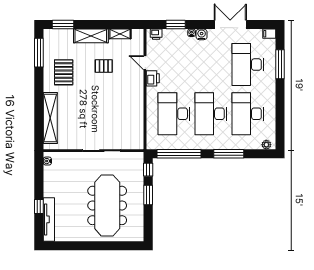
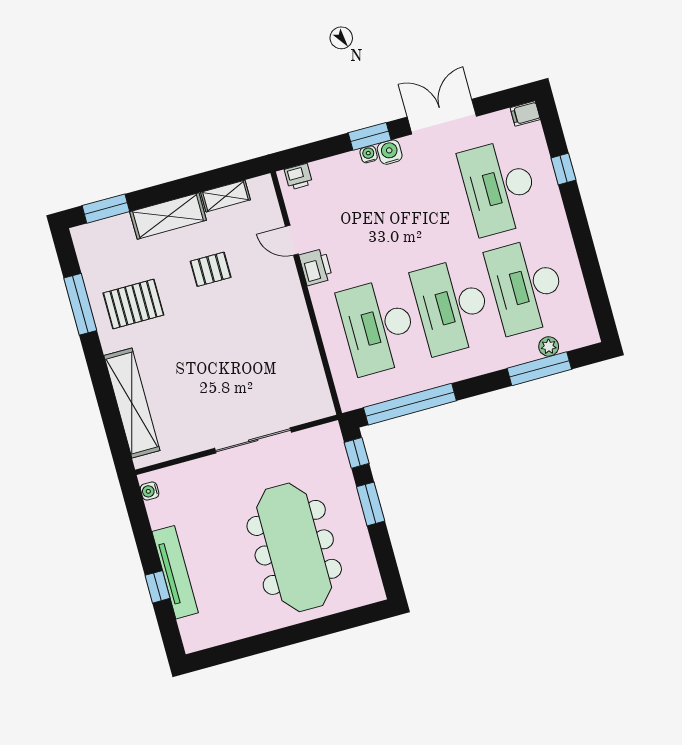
window: (176, 25) -> (370, 136), moved
window: (39, 53) -> (80, 304), moved
window: (280, 64) -> (563, 169), width x0.46
pallet: (64, 72) -> (133, 304), turned 90
plant: (266, 145) -> (549, 346), moved
window: (229, 154) -> (539, 369), moved
tv unit: (49, 219) -> (175, 572), moved

